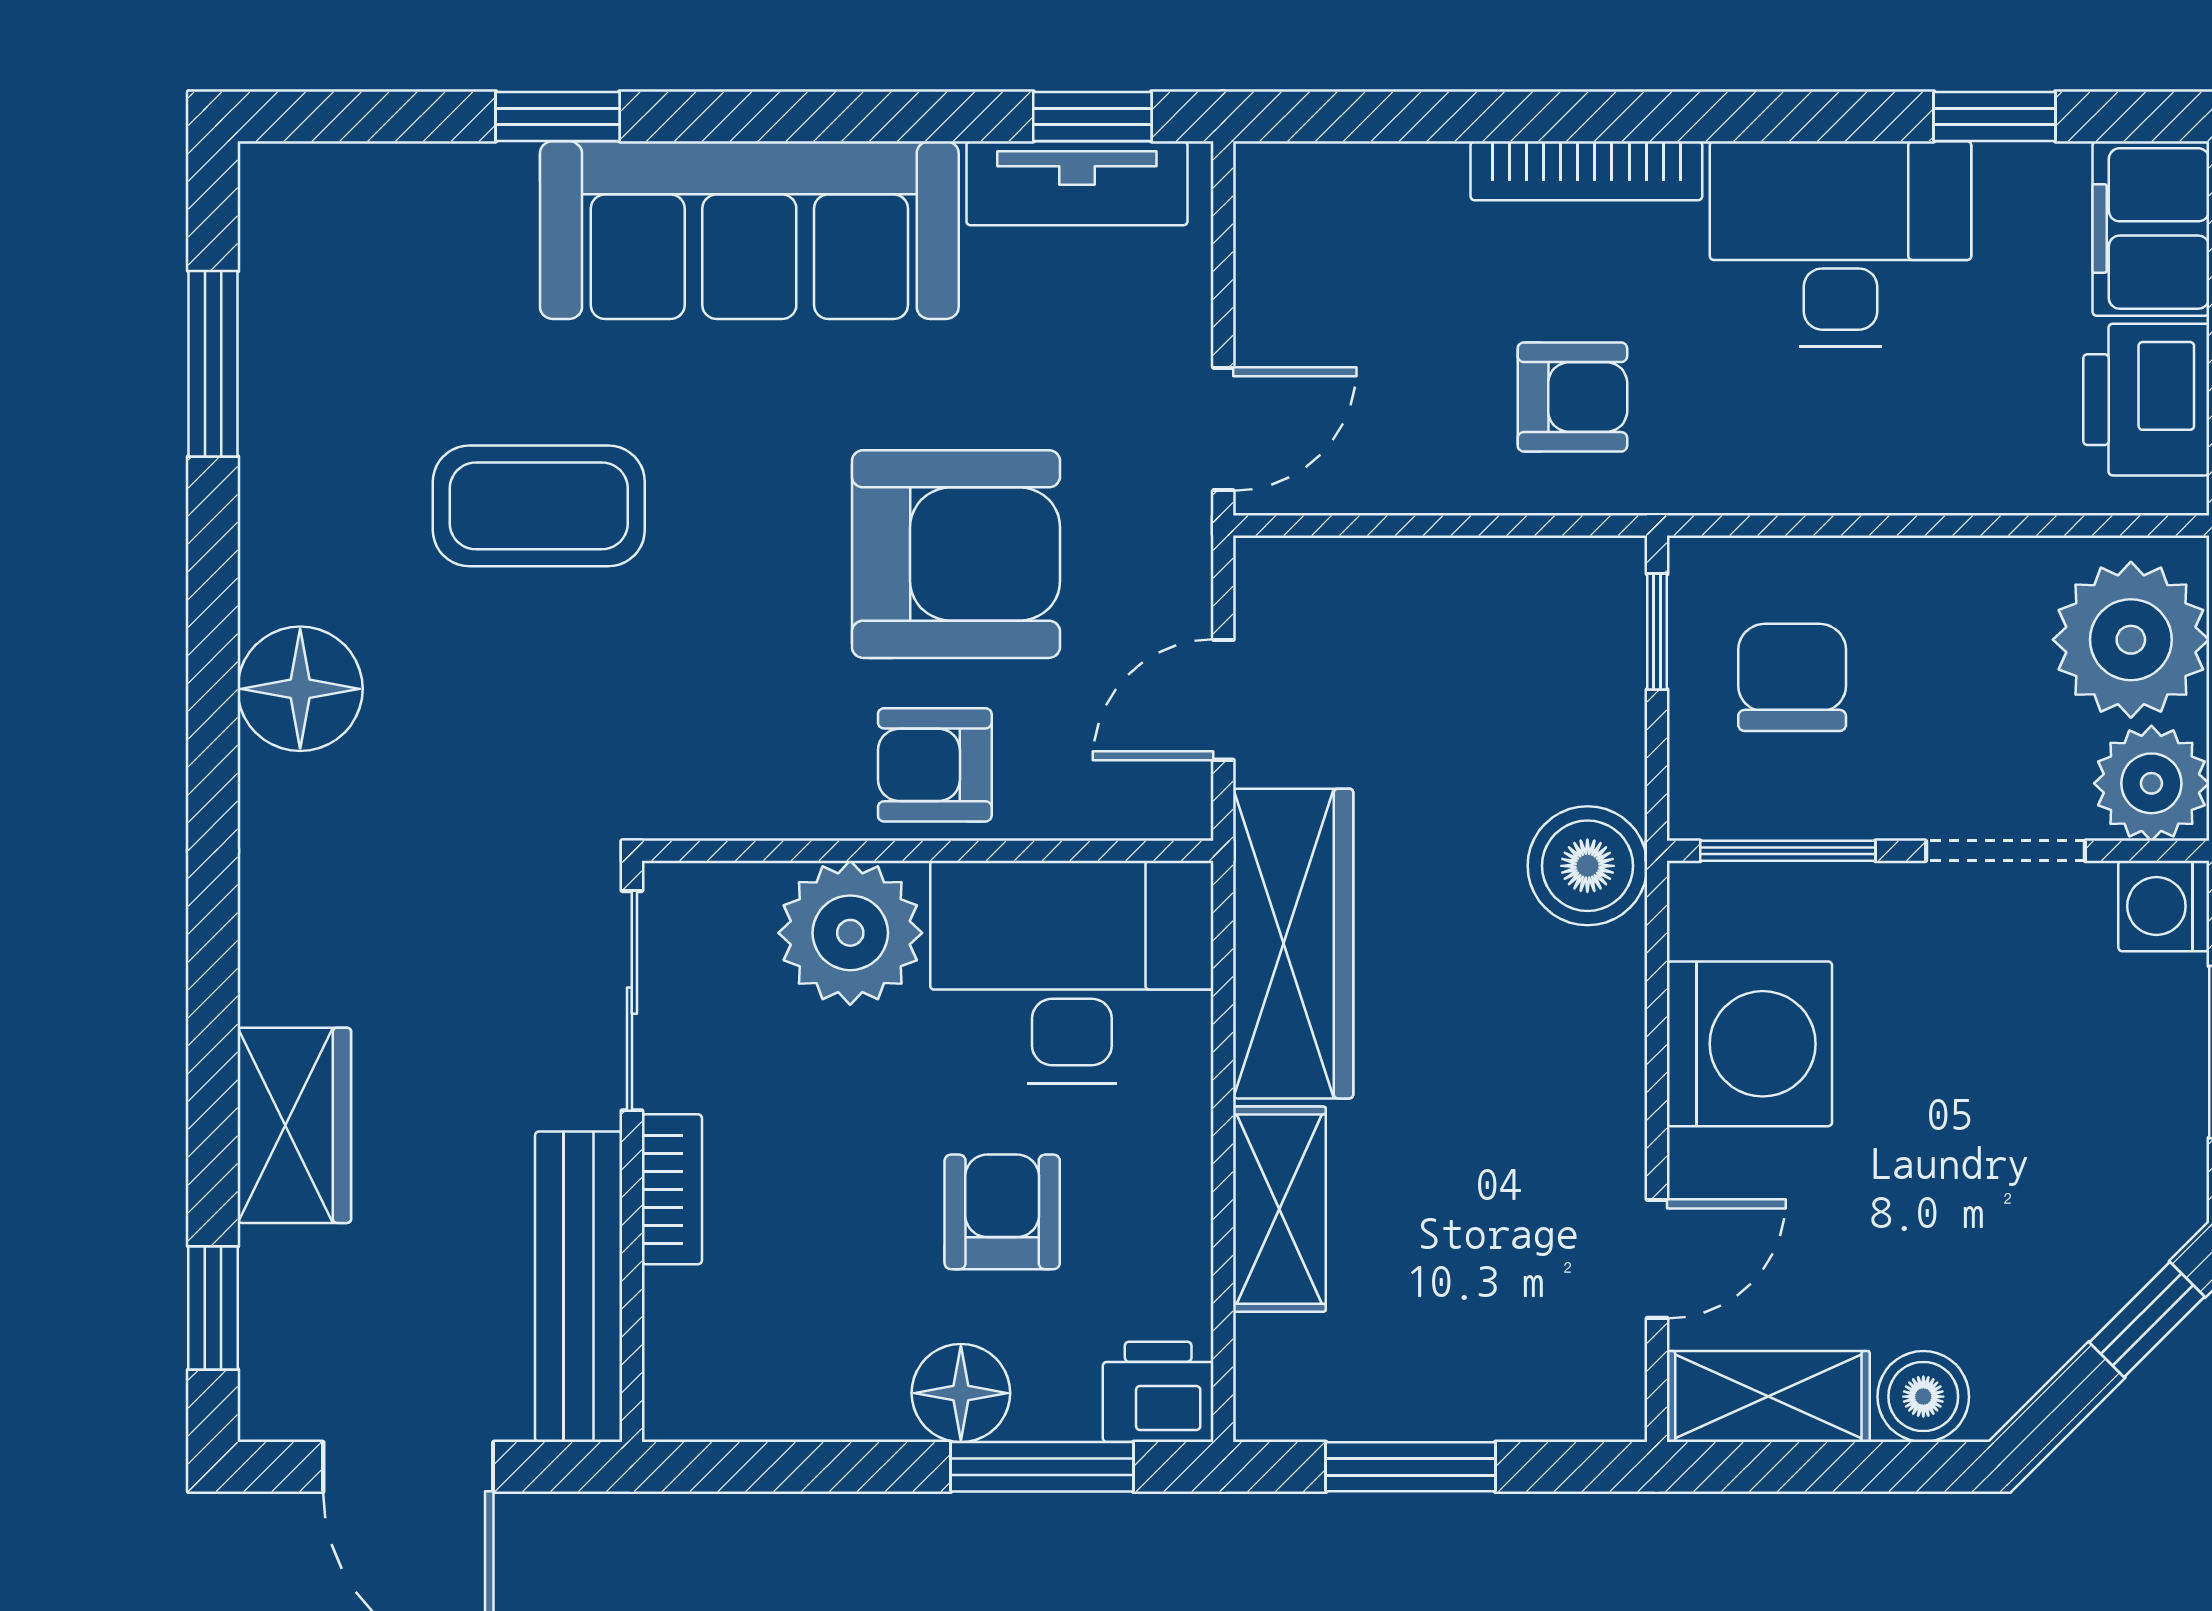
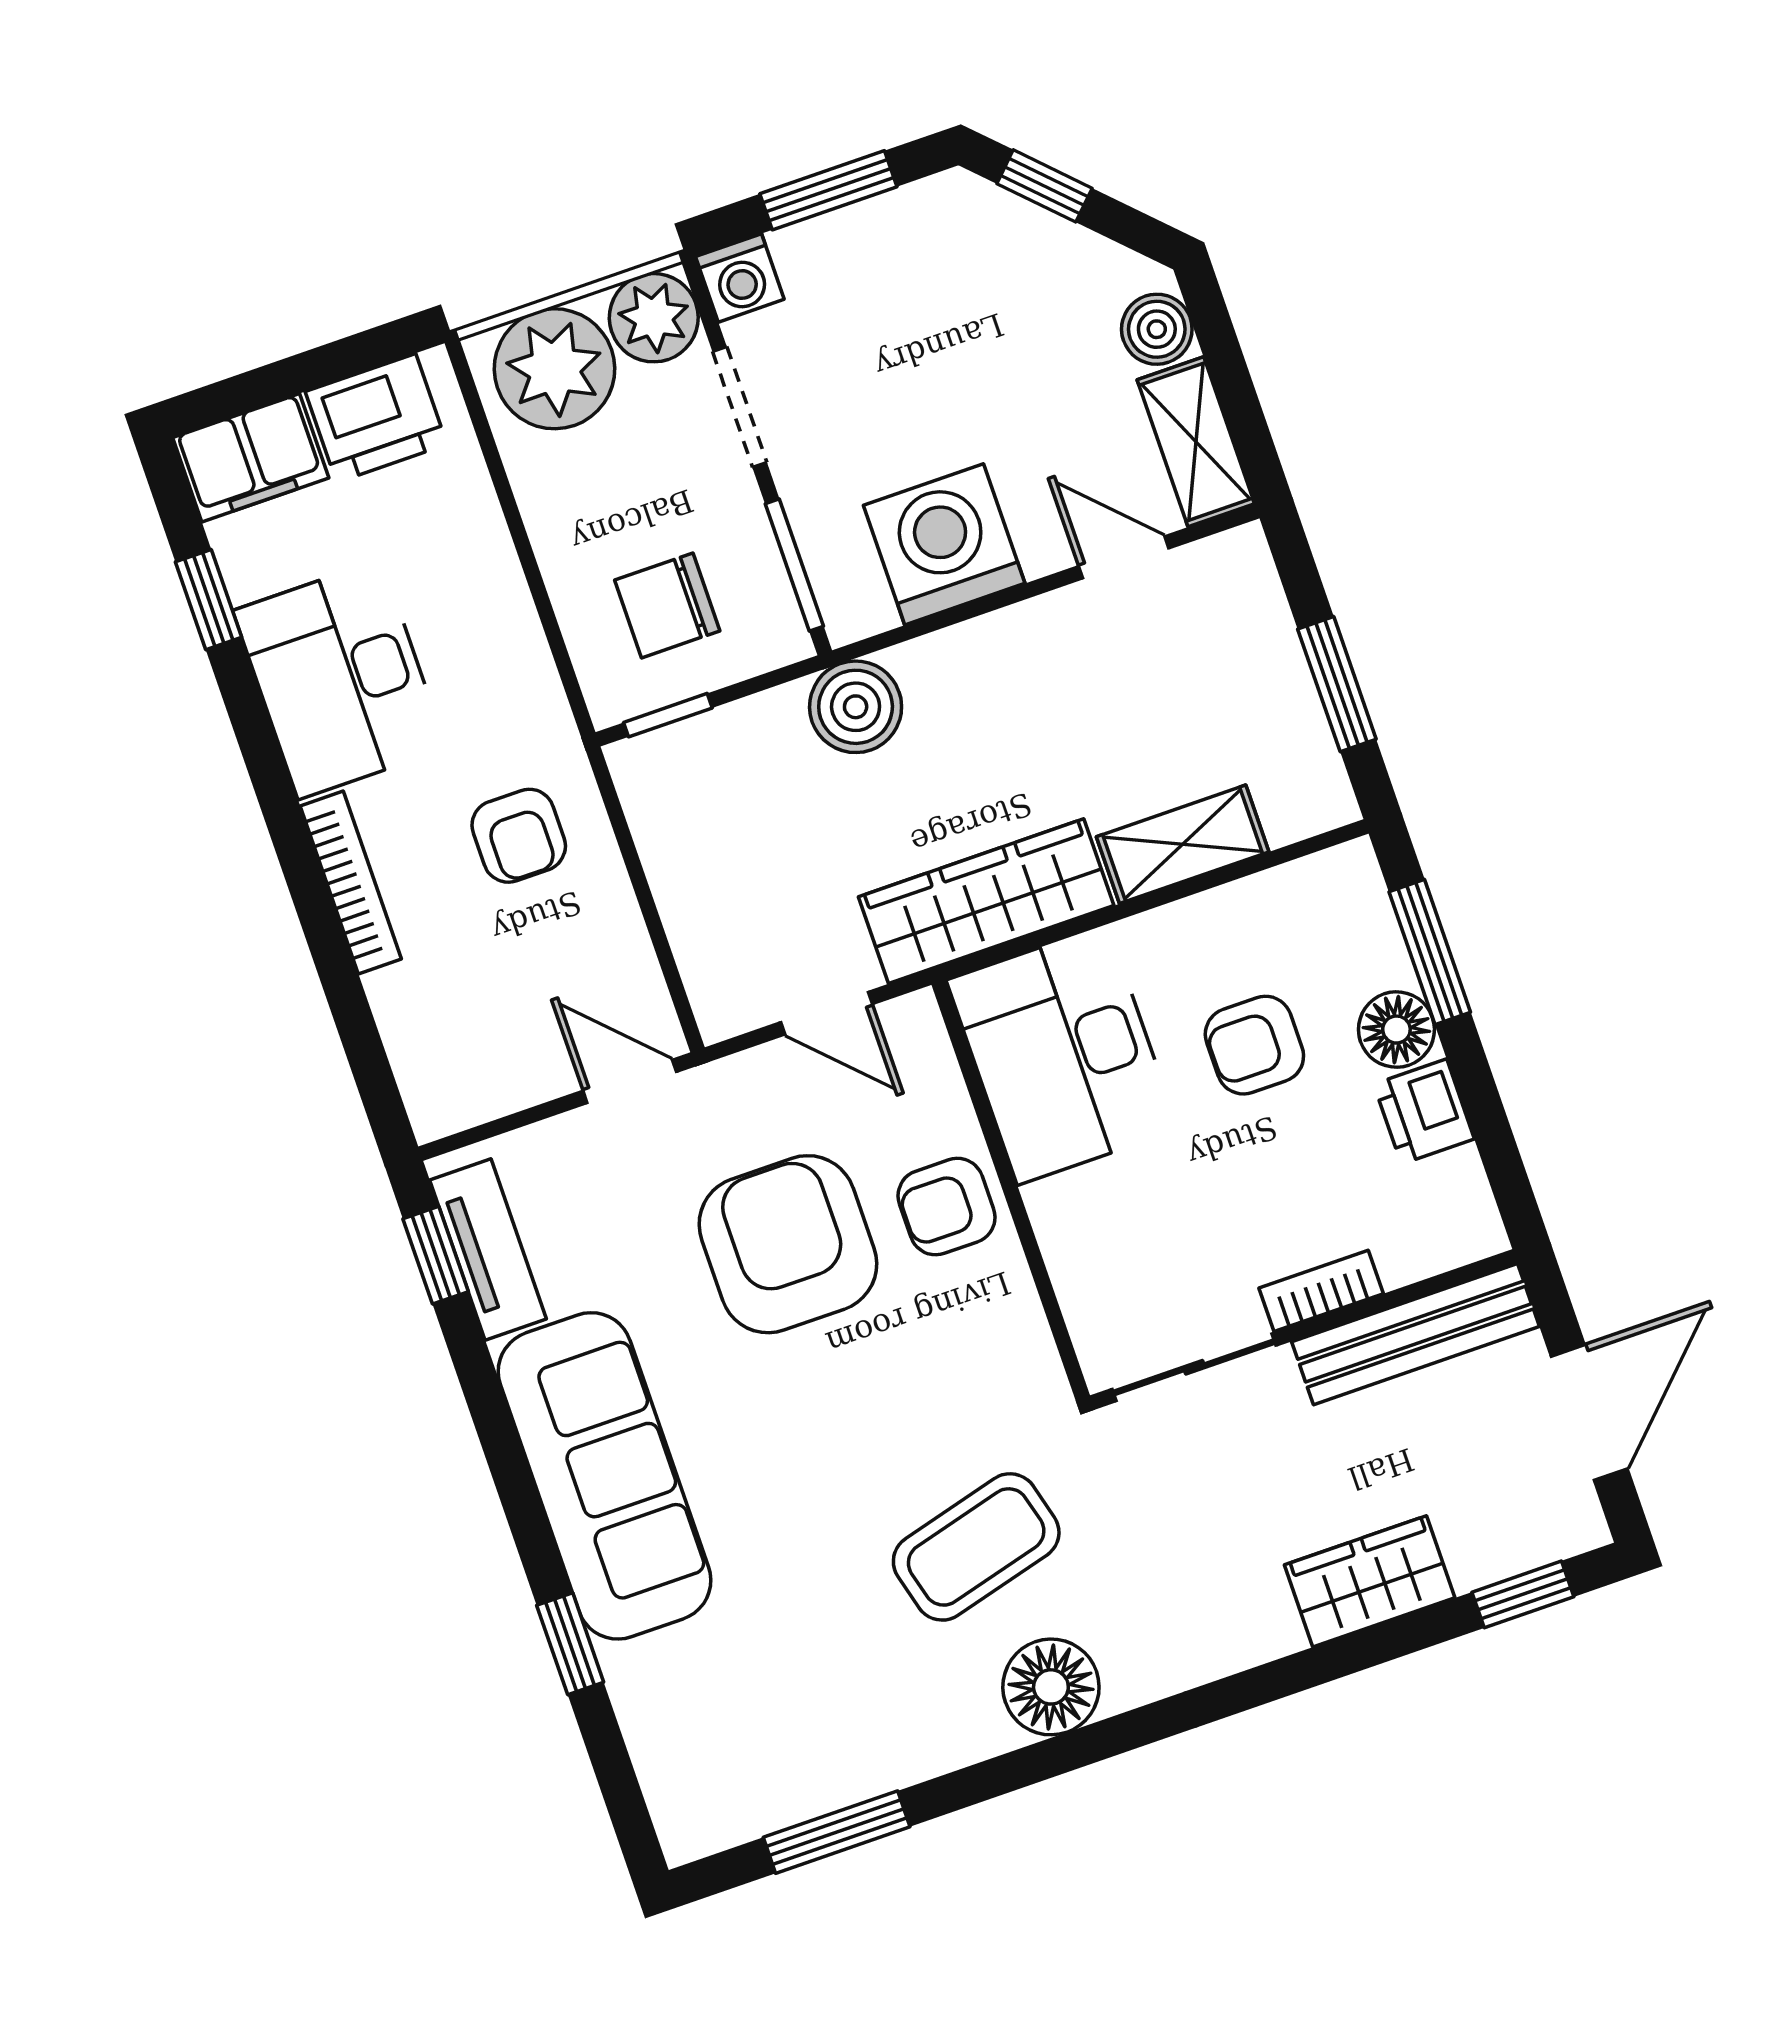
armchair: (1572, 397) -> (519, 836), turned 180
coffee table: (539, 506) -> (976, 1547), moved, turned 75
armchair: (935, 765) -> (947, 1207), turned 90
plant: (850, 933) -> (1090, 1226), removed
printer: (1158, 1392) -> (1424, 1111), moved

